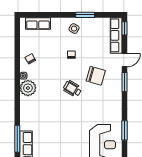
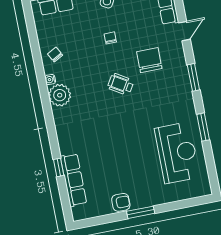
chair: (96, 76) -> (149, 60), turned -106
window: (125, 82) -> (193, 77), moved
window: (17, 139) -> (59, 167), width x0.46

